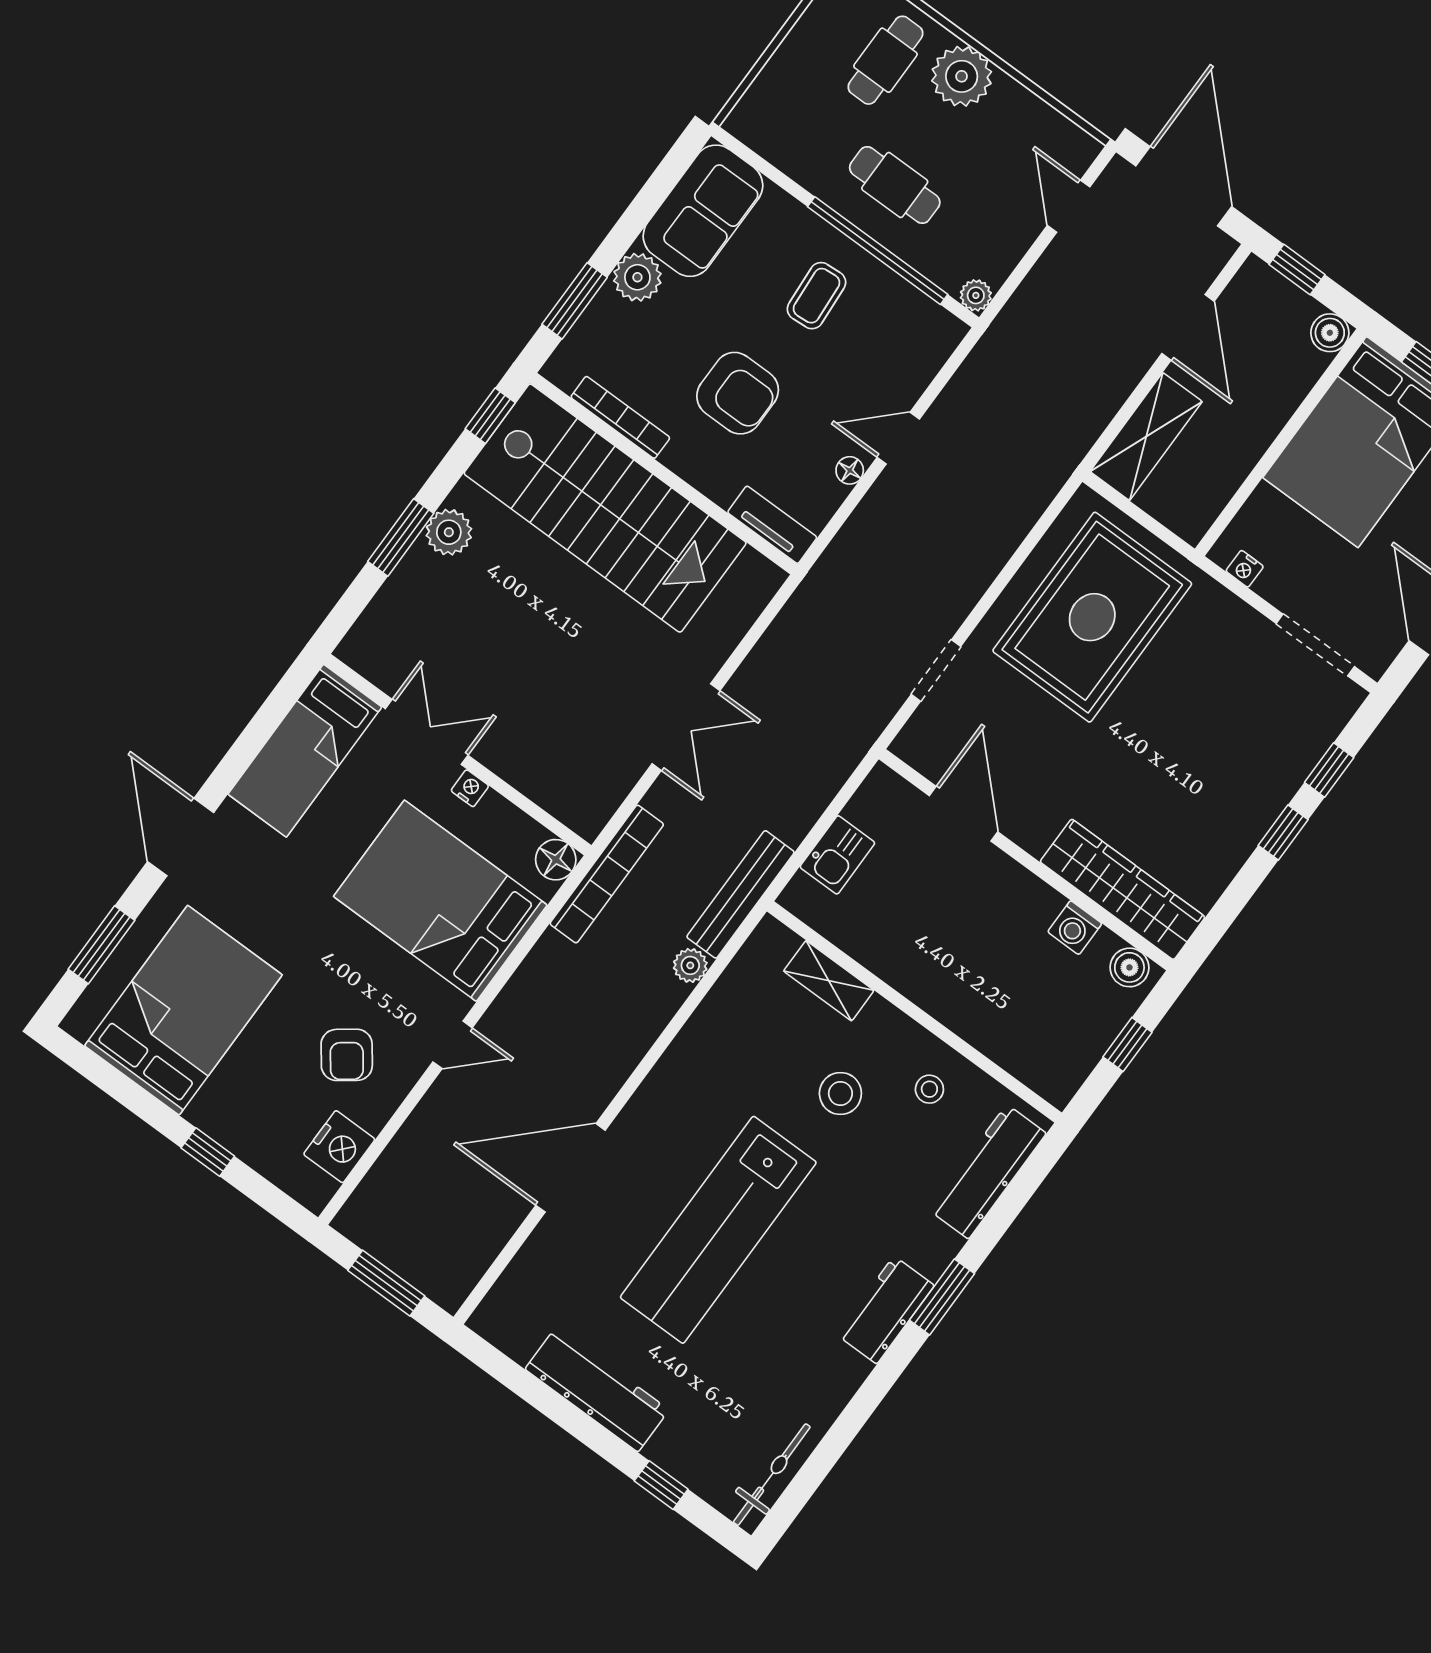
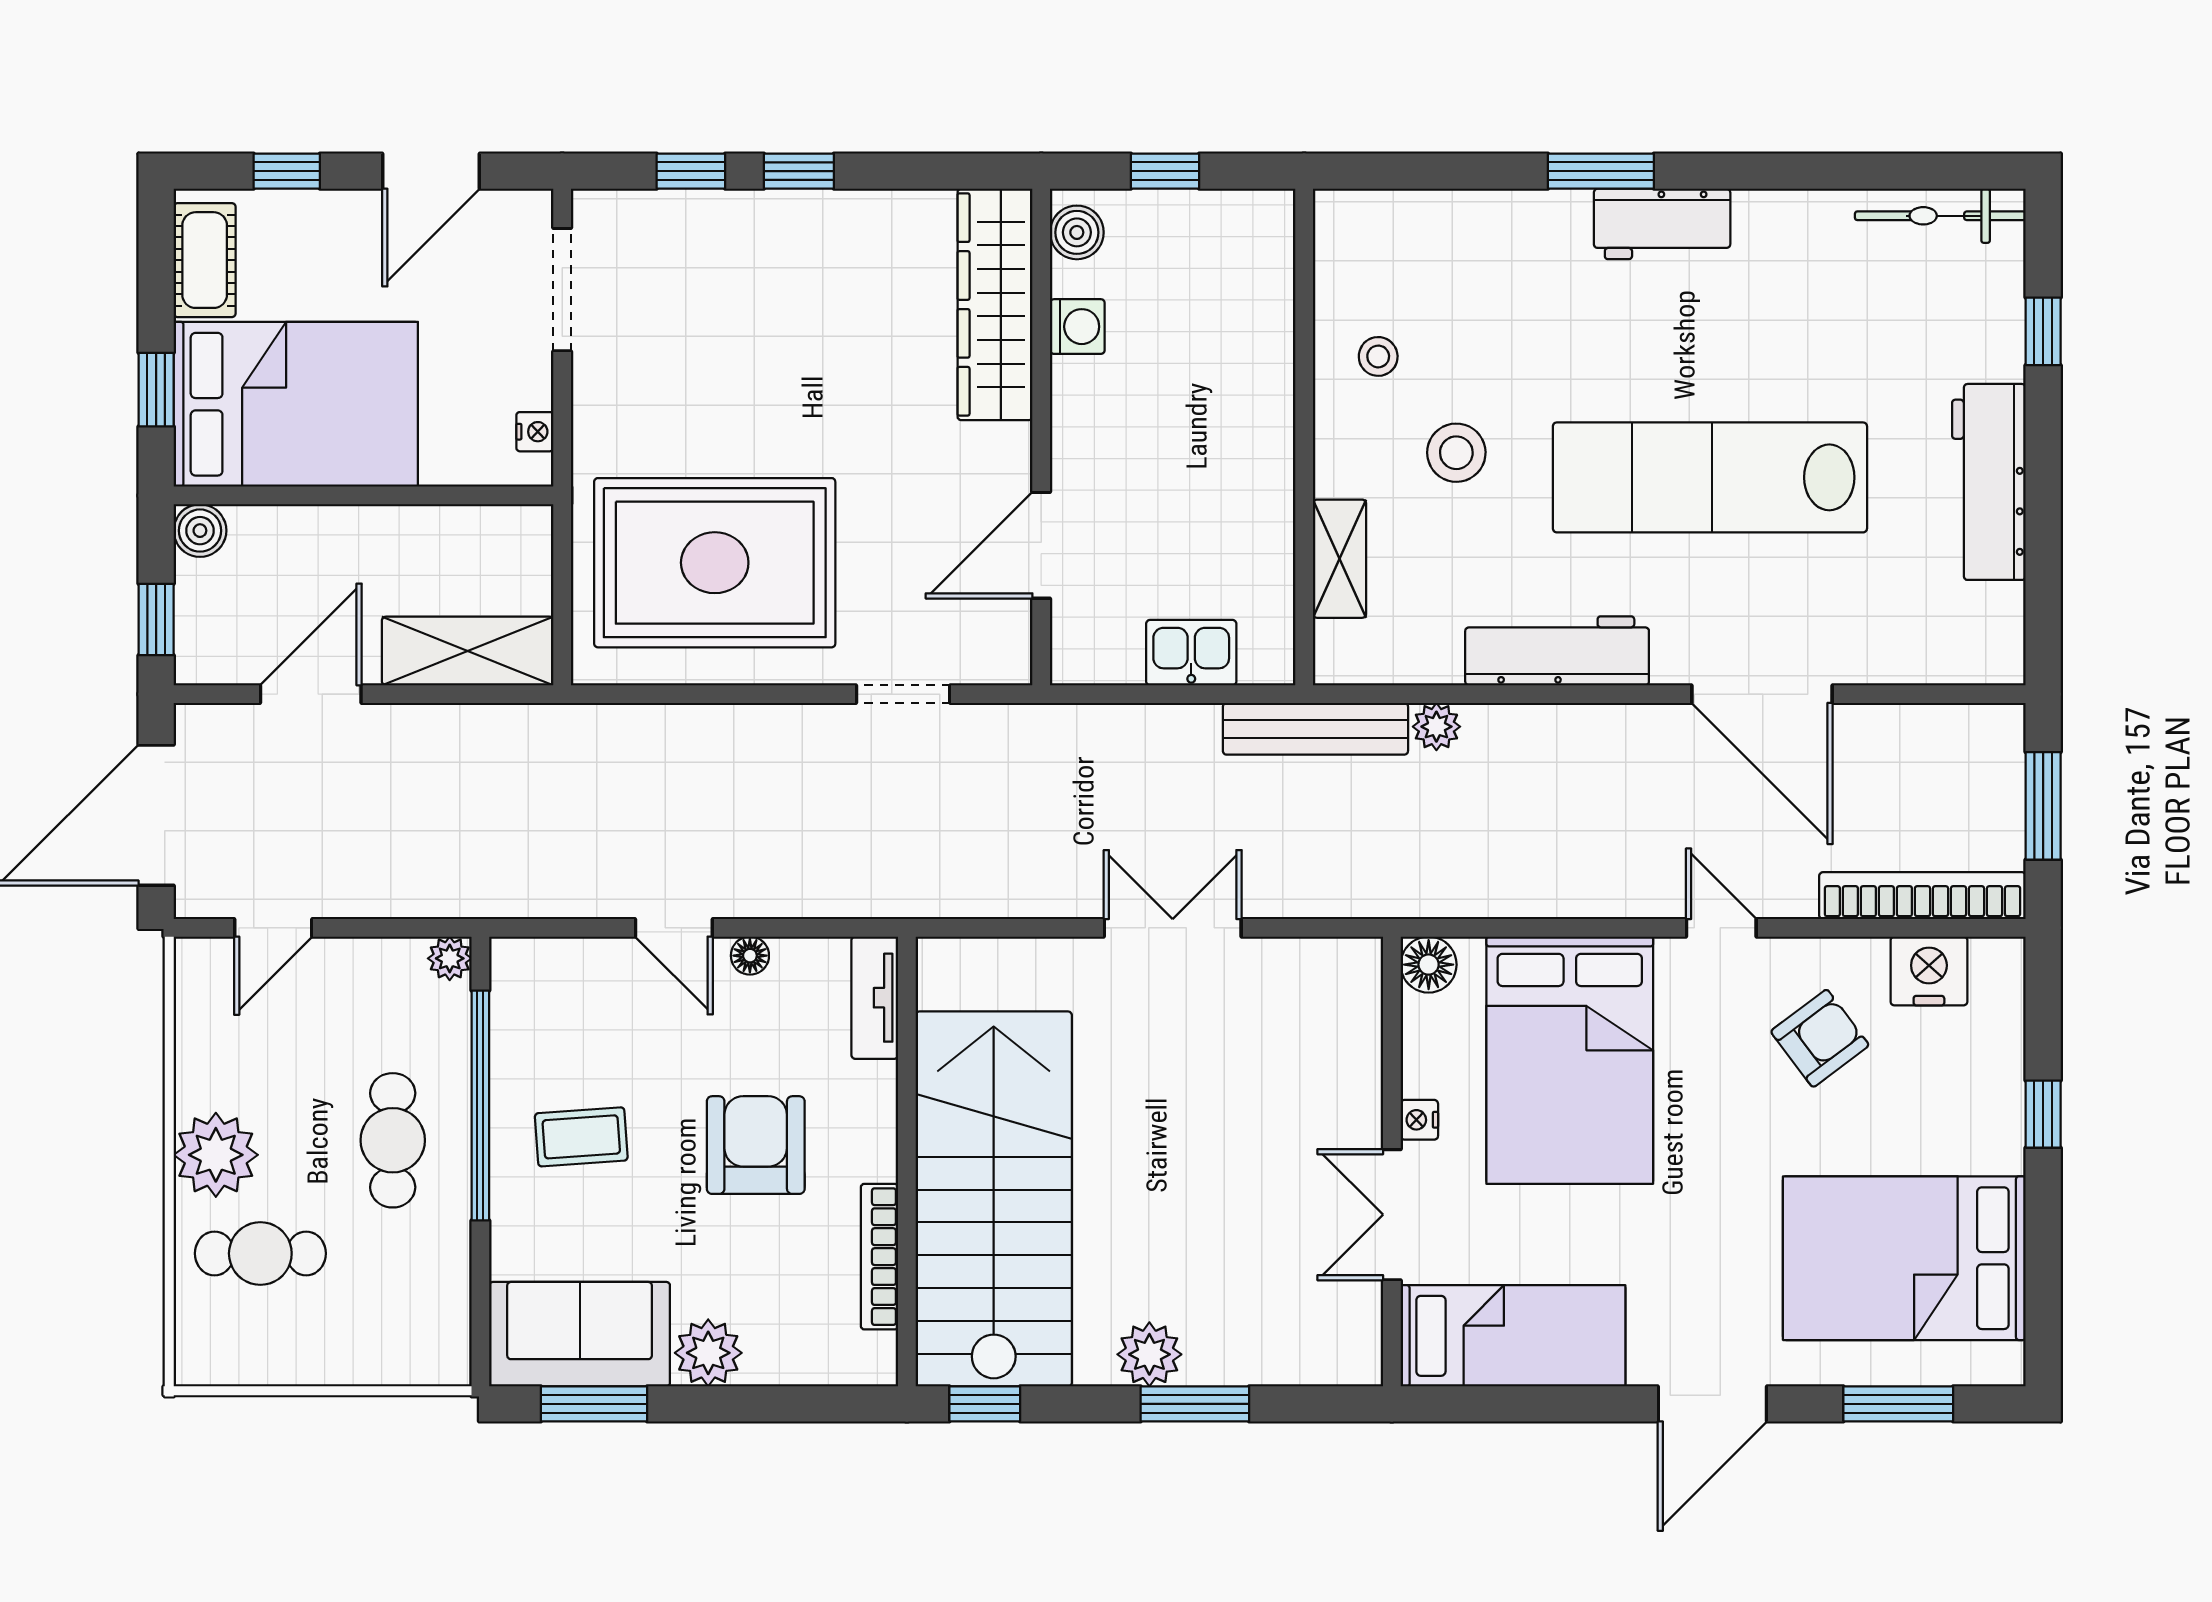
window: (575, 301) -> (594, 1404), moved
bookcase: (607, 874) -> (1922, 896), moved
workbench: (988, 1172) -> (1557, 651), moved, turned 180
lab bench: (718, 1230) -> (1710, 477), turned 180

